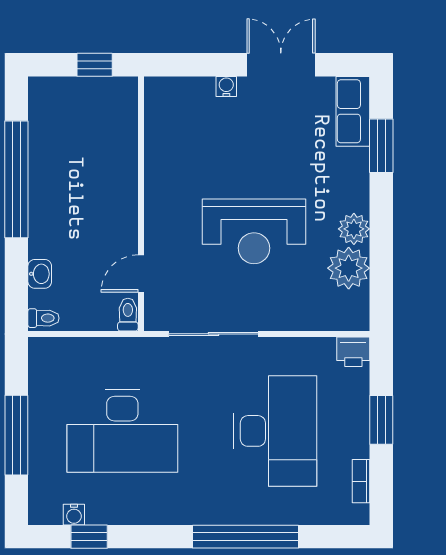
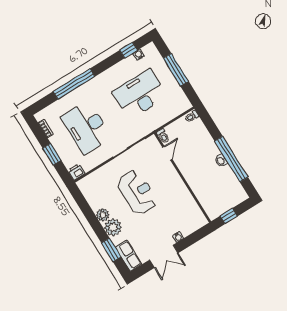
reception desk: (254, 231) -> (137, 192), turned 90
plant: (349, 268) -> (113, 227), moved
washbasin: (40, 274) -> (221, 161), moved

